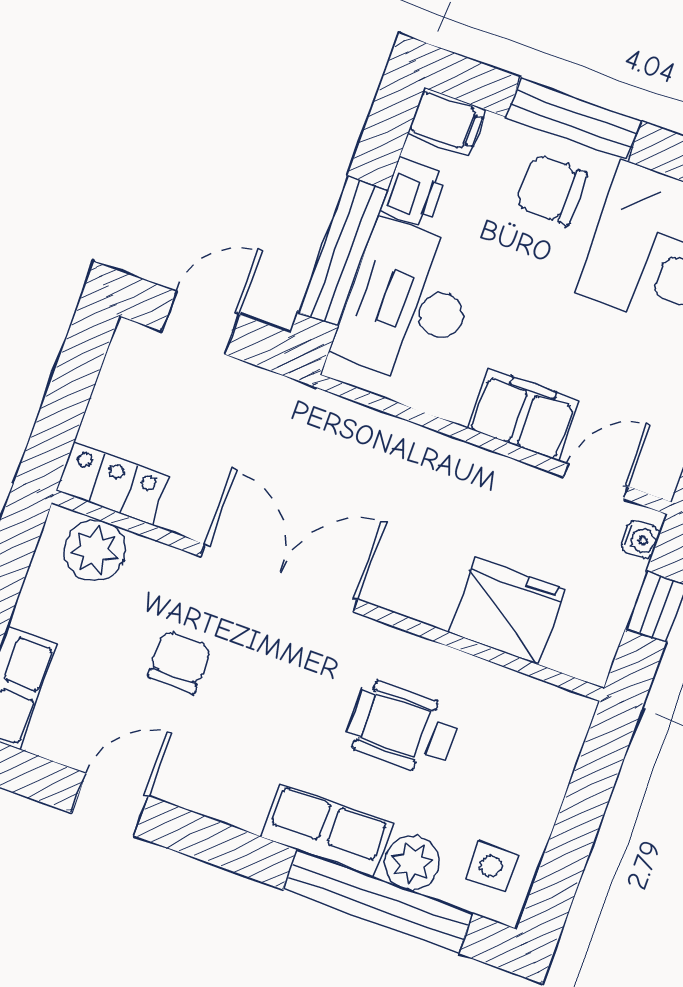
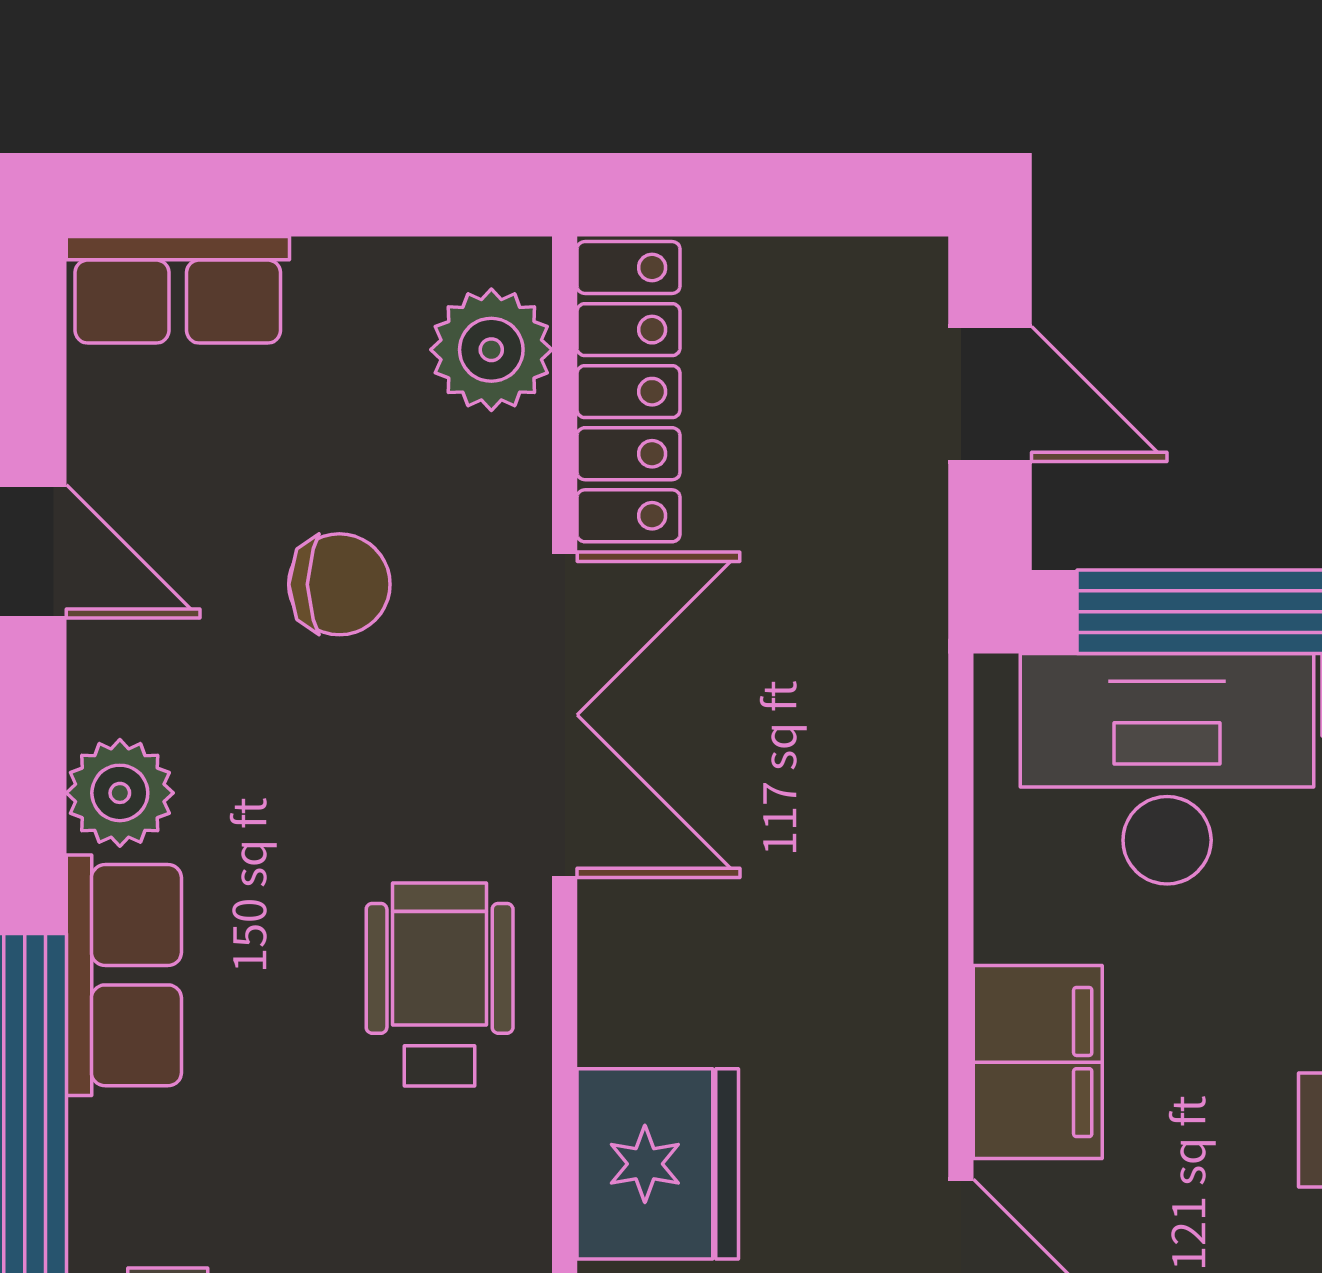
locker: (113, 484) -> (628, 392), width x1.53
wheelchair: (403, 728) -> (440, 985), moved
plant: (412, 863) -> (120, 793), moved

